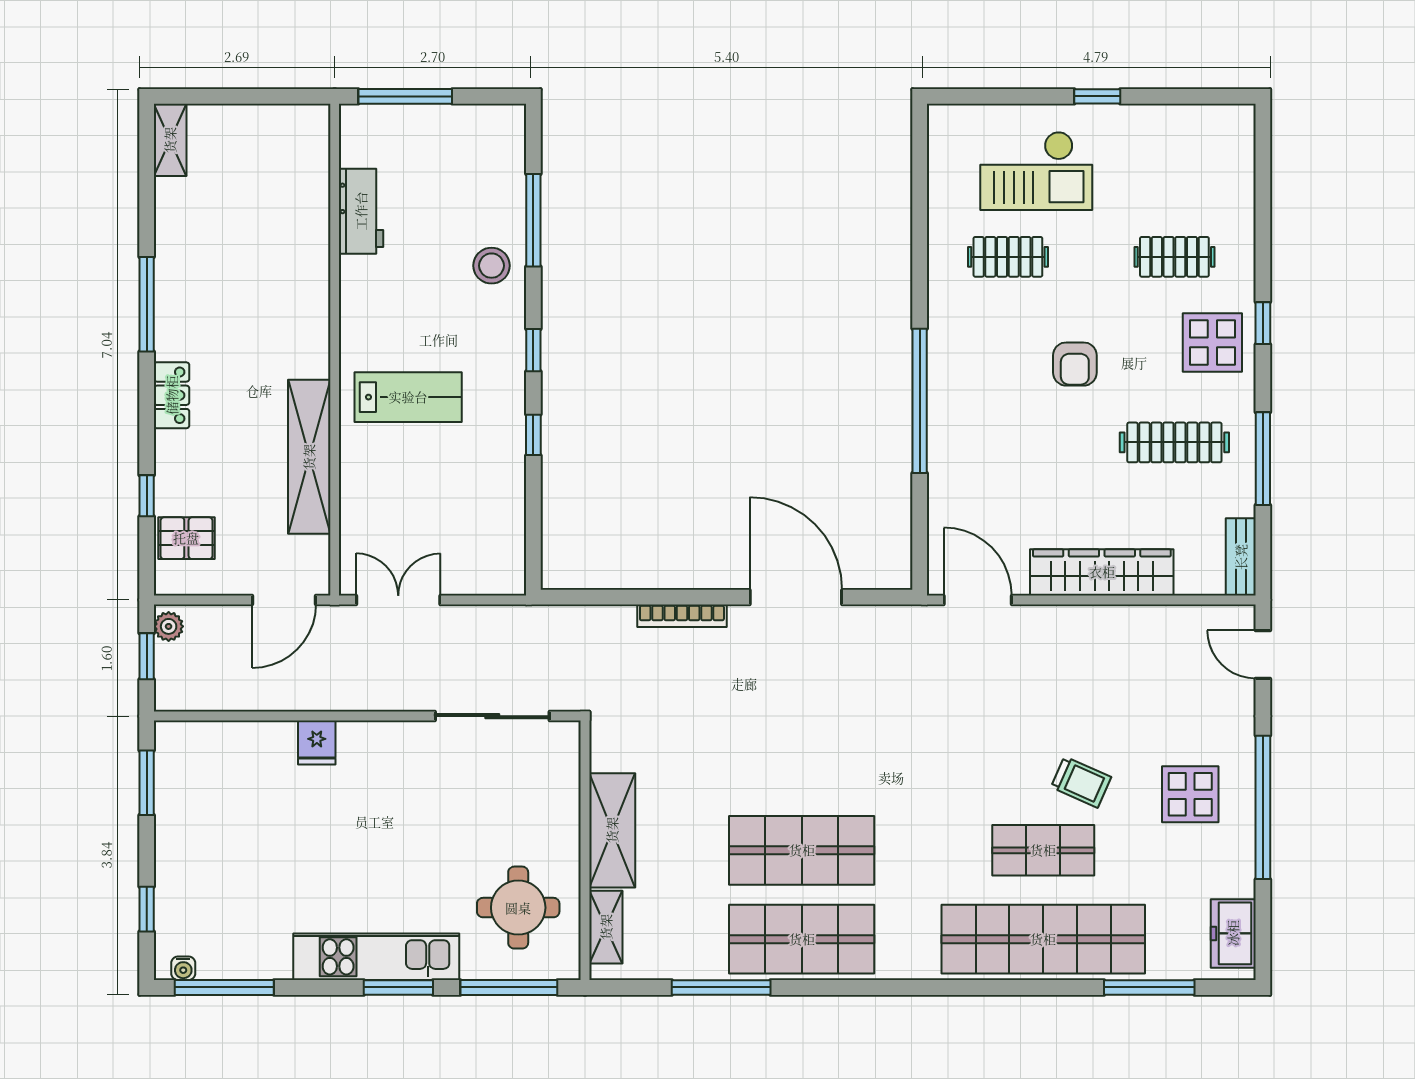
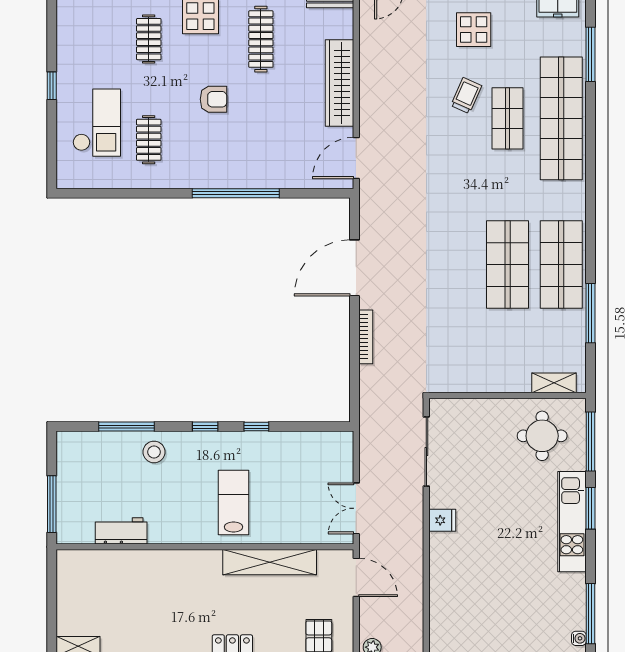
fridge: (317, 743) -> (442, 520), moved
shelving: (612, 830) -> (495, 379), removed

